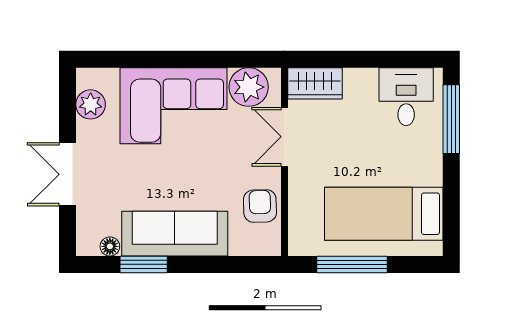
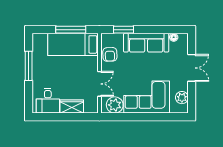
wardrobe: (315, 83) -> (72, 107), moved
window: (451, 119) -> (29, 66), moved
bed: (384, 214) -> (73, 44), moved, turned 180
window: (144, 264) -> (124, 30), moved

